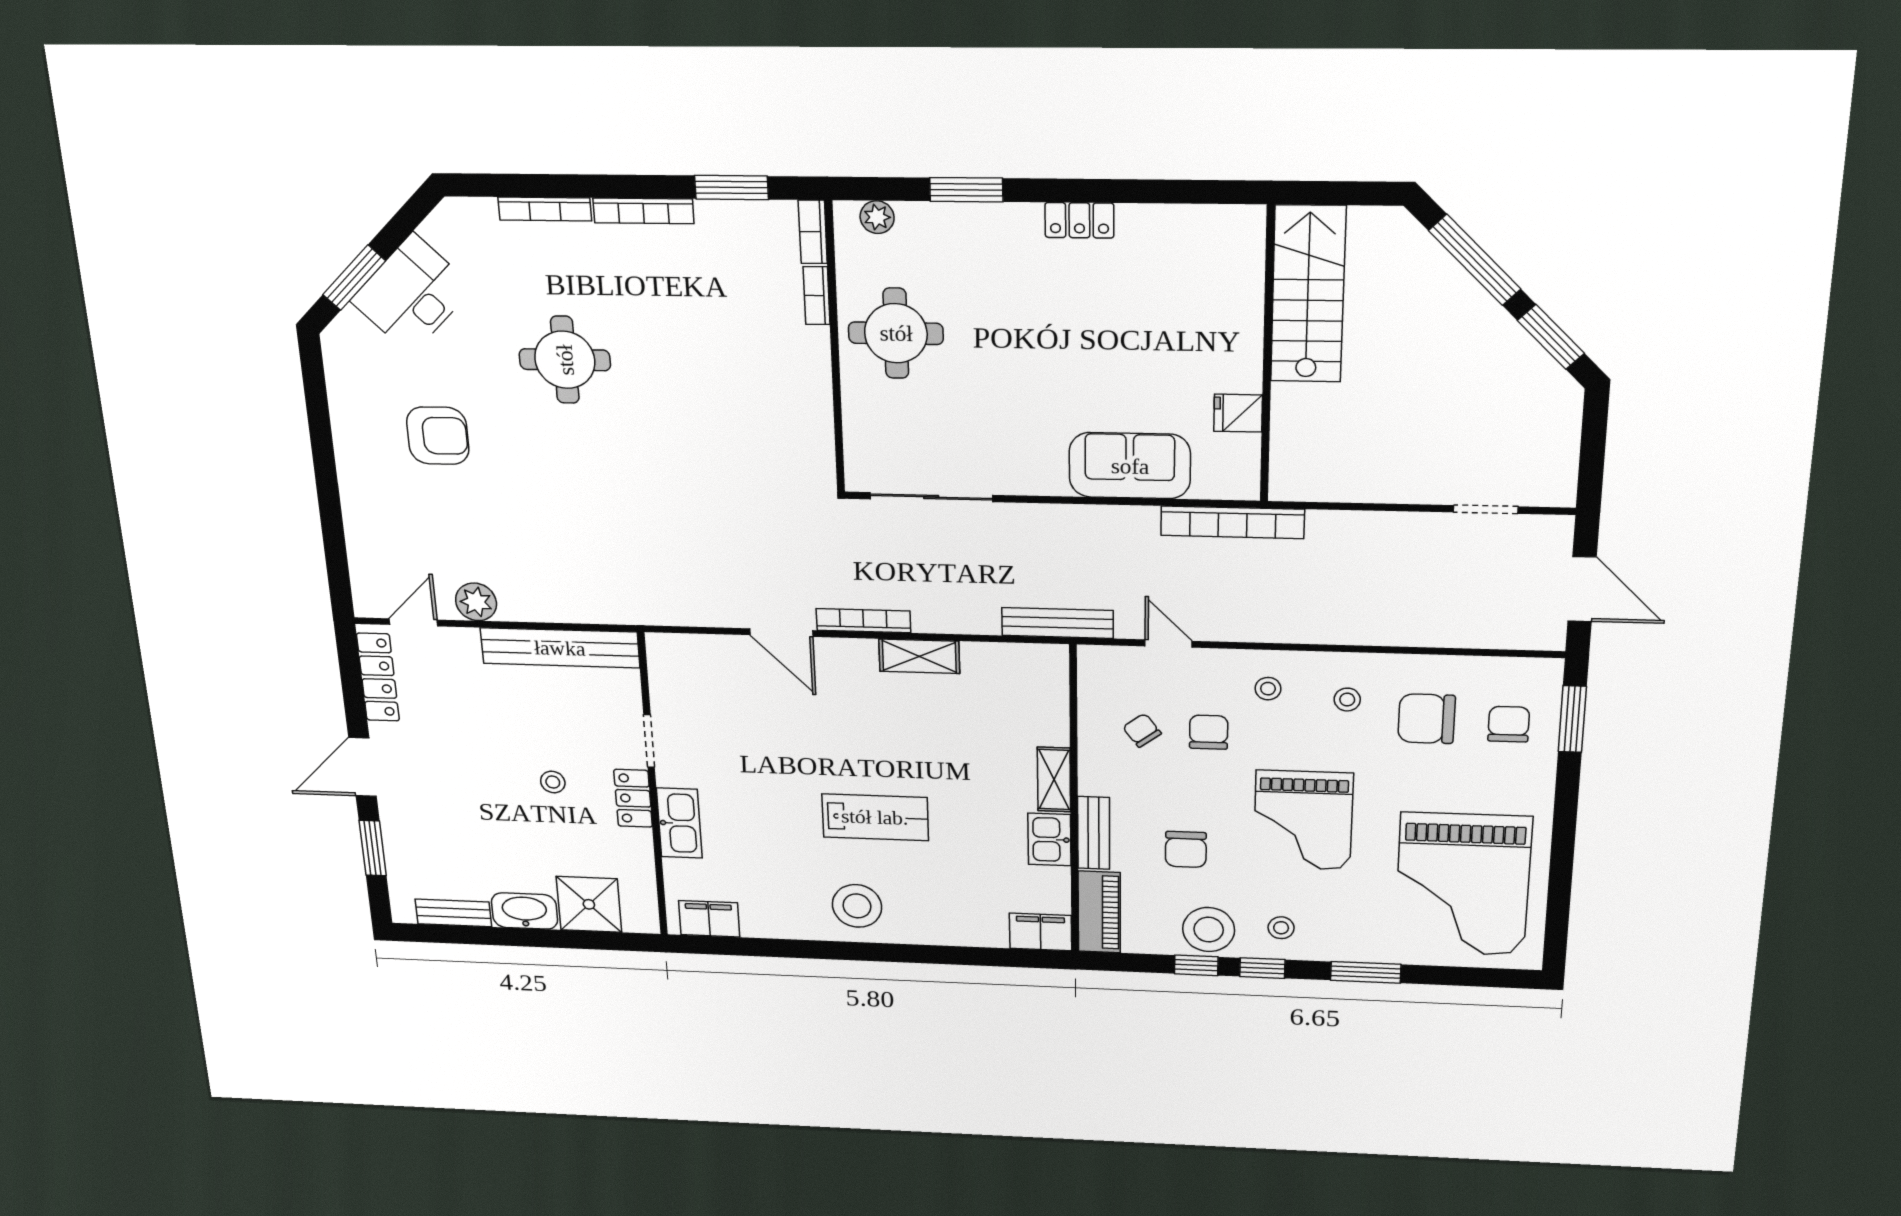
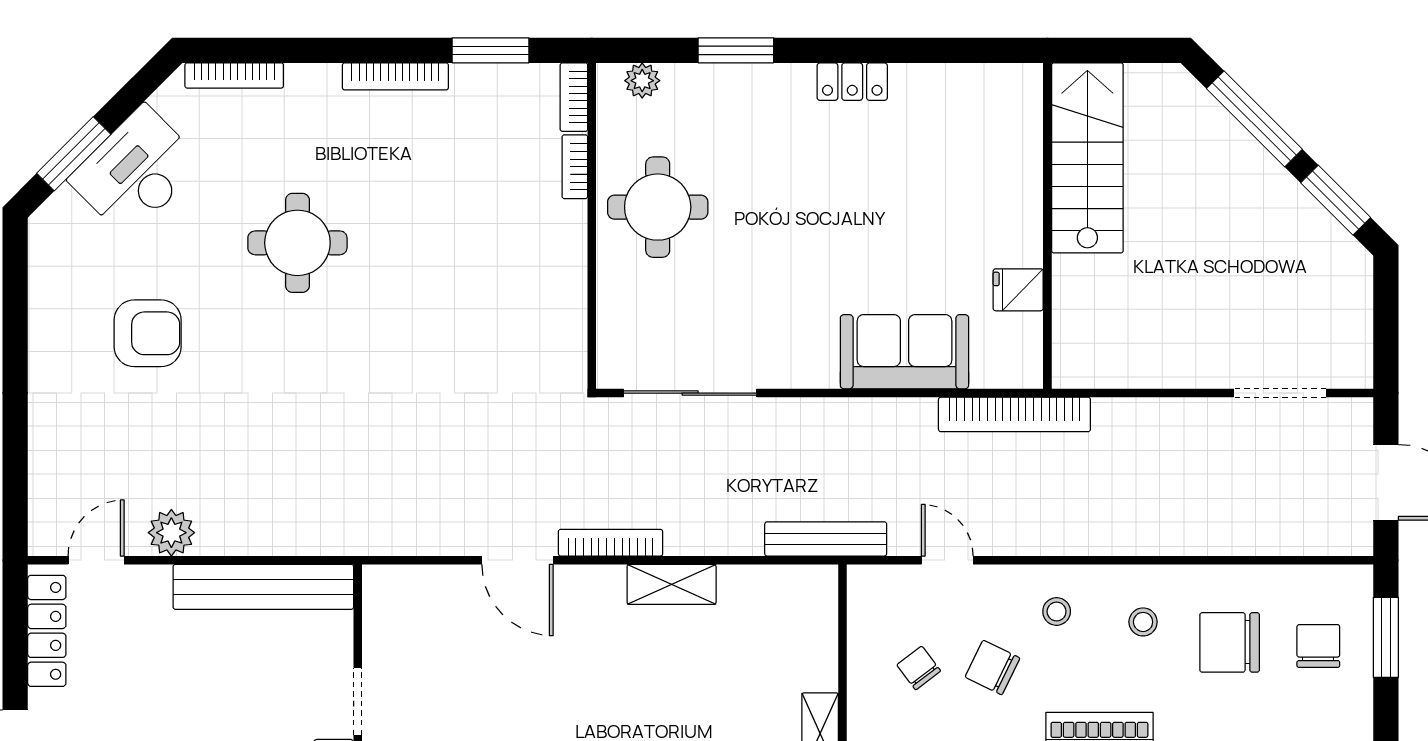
bookcase: (545, 209) -> (234, 75), moved
doorway: (1486, 509) -> (1280, 393), width x1.38
chair: (1209, 732) -> (992, 667), turned -64

